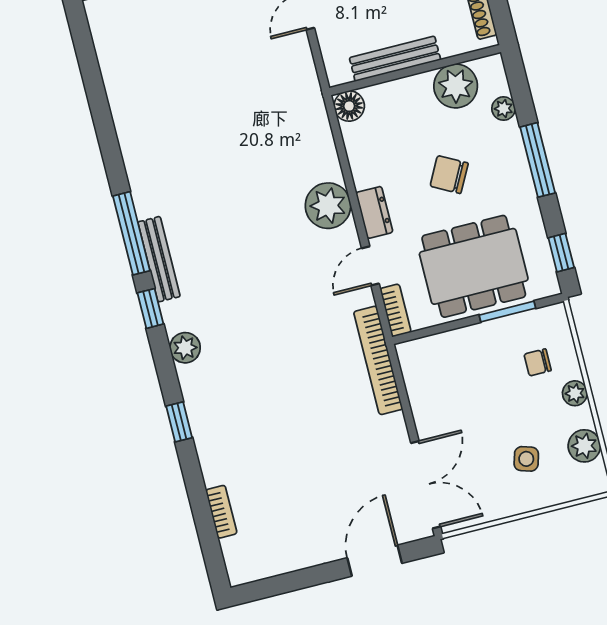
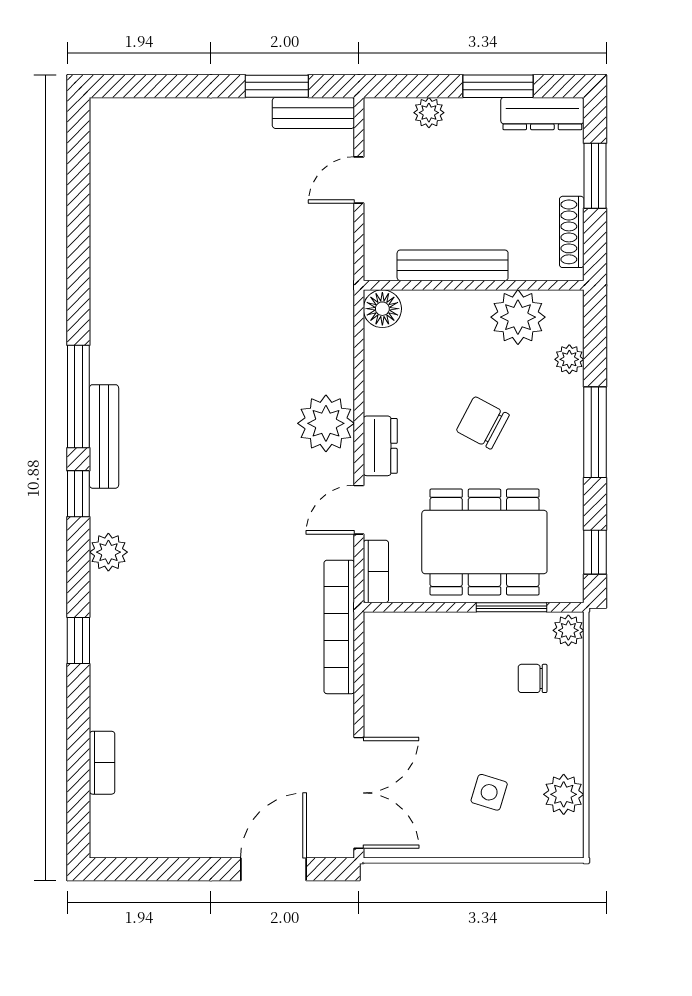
plant: (575, 393) -> (568, 630), moved

